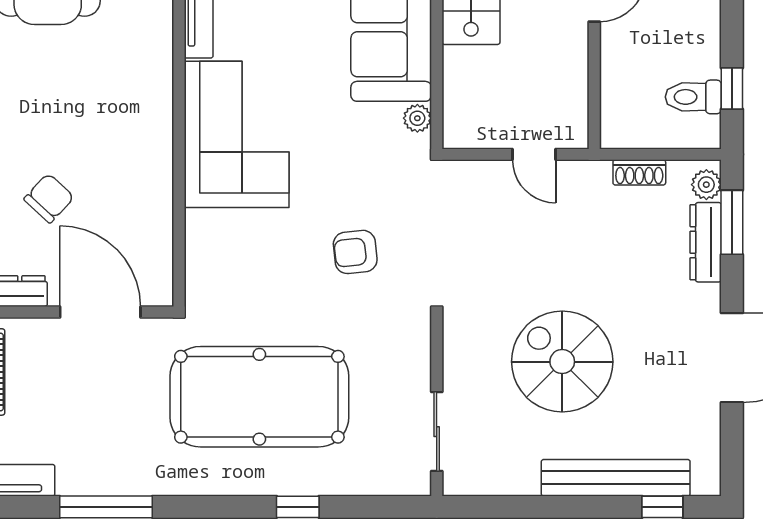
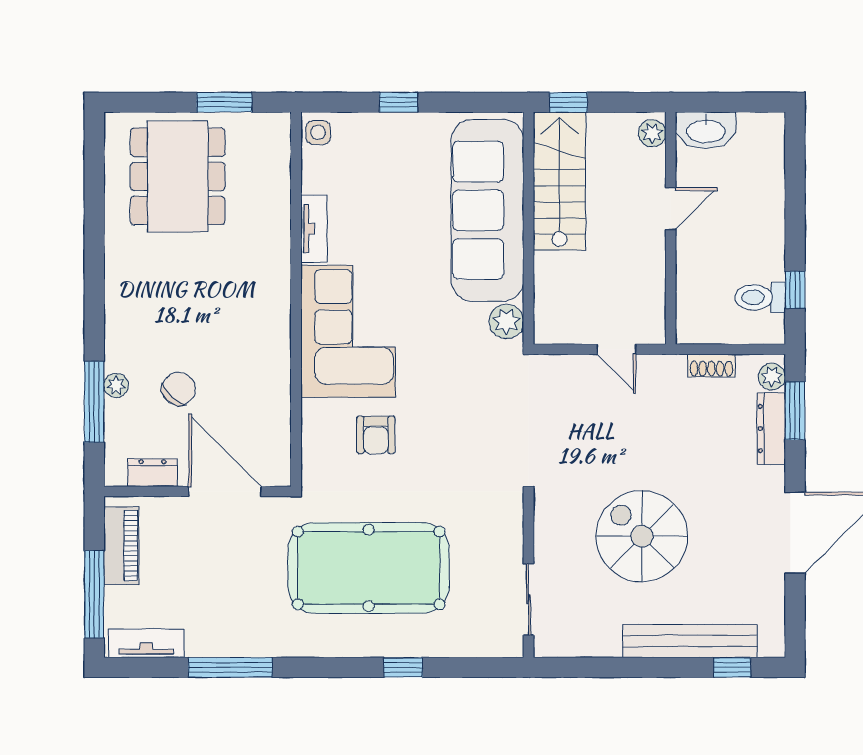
plant: (417, 118) -> (506, 321), width x1.38, depth x1.38
armchair: (355, 252) -> (376, 435), moved, turned -84

